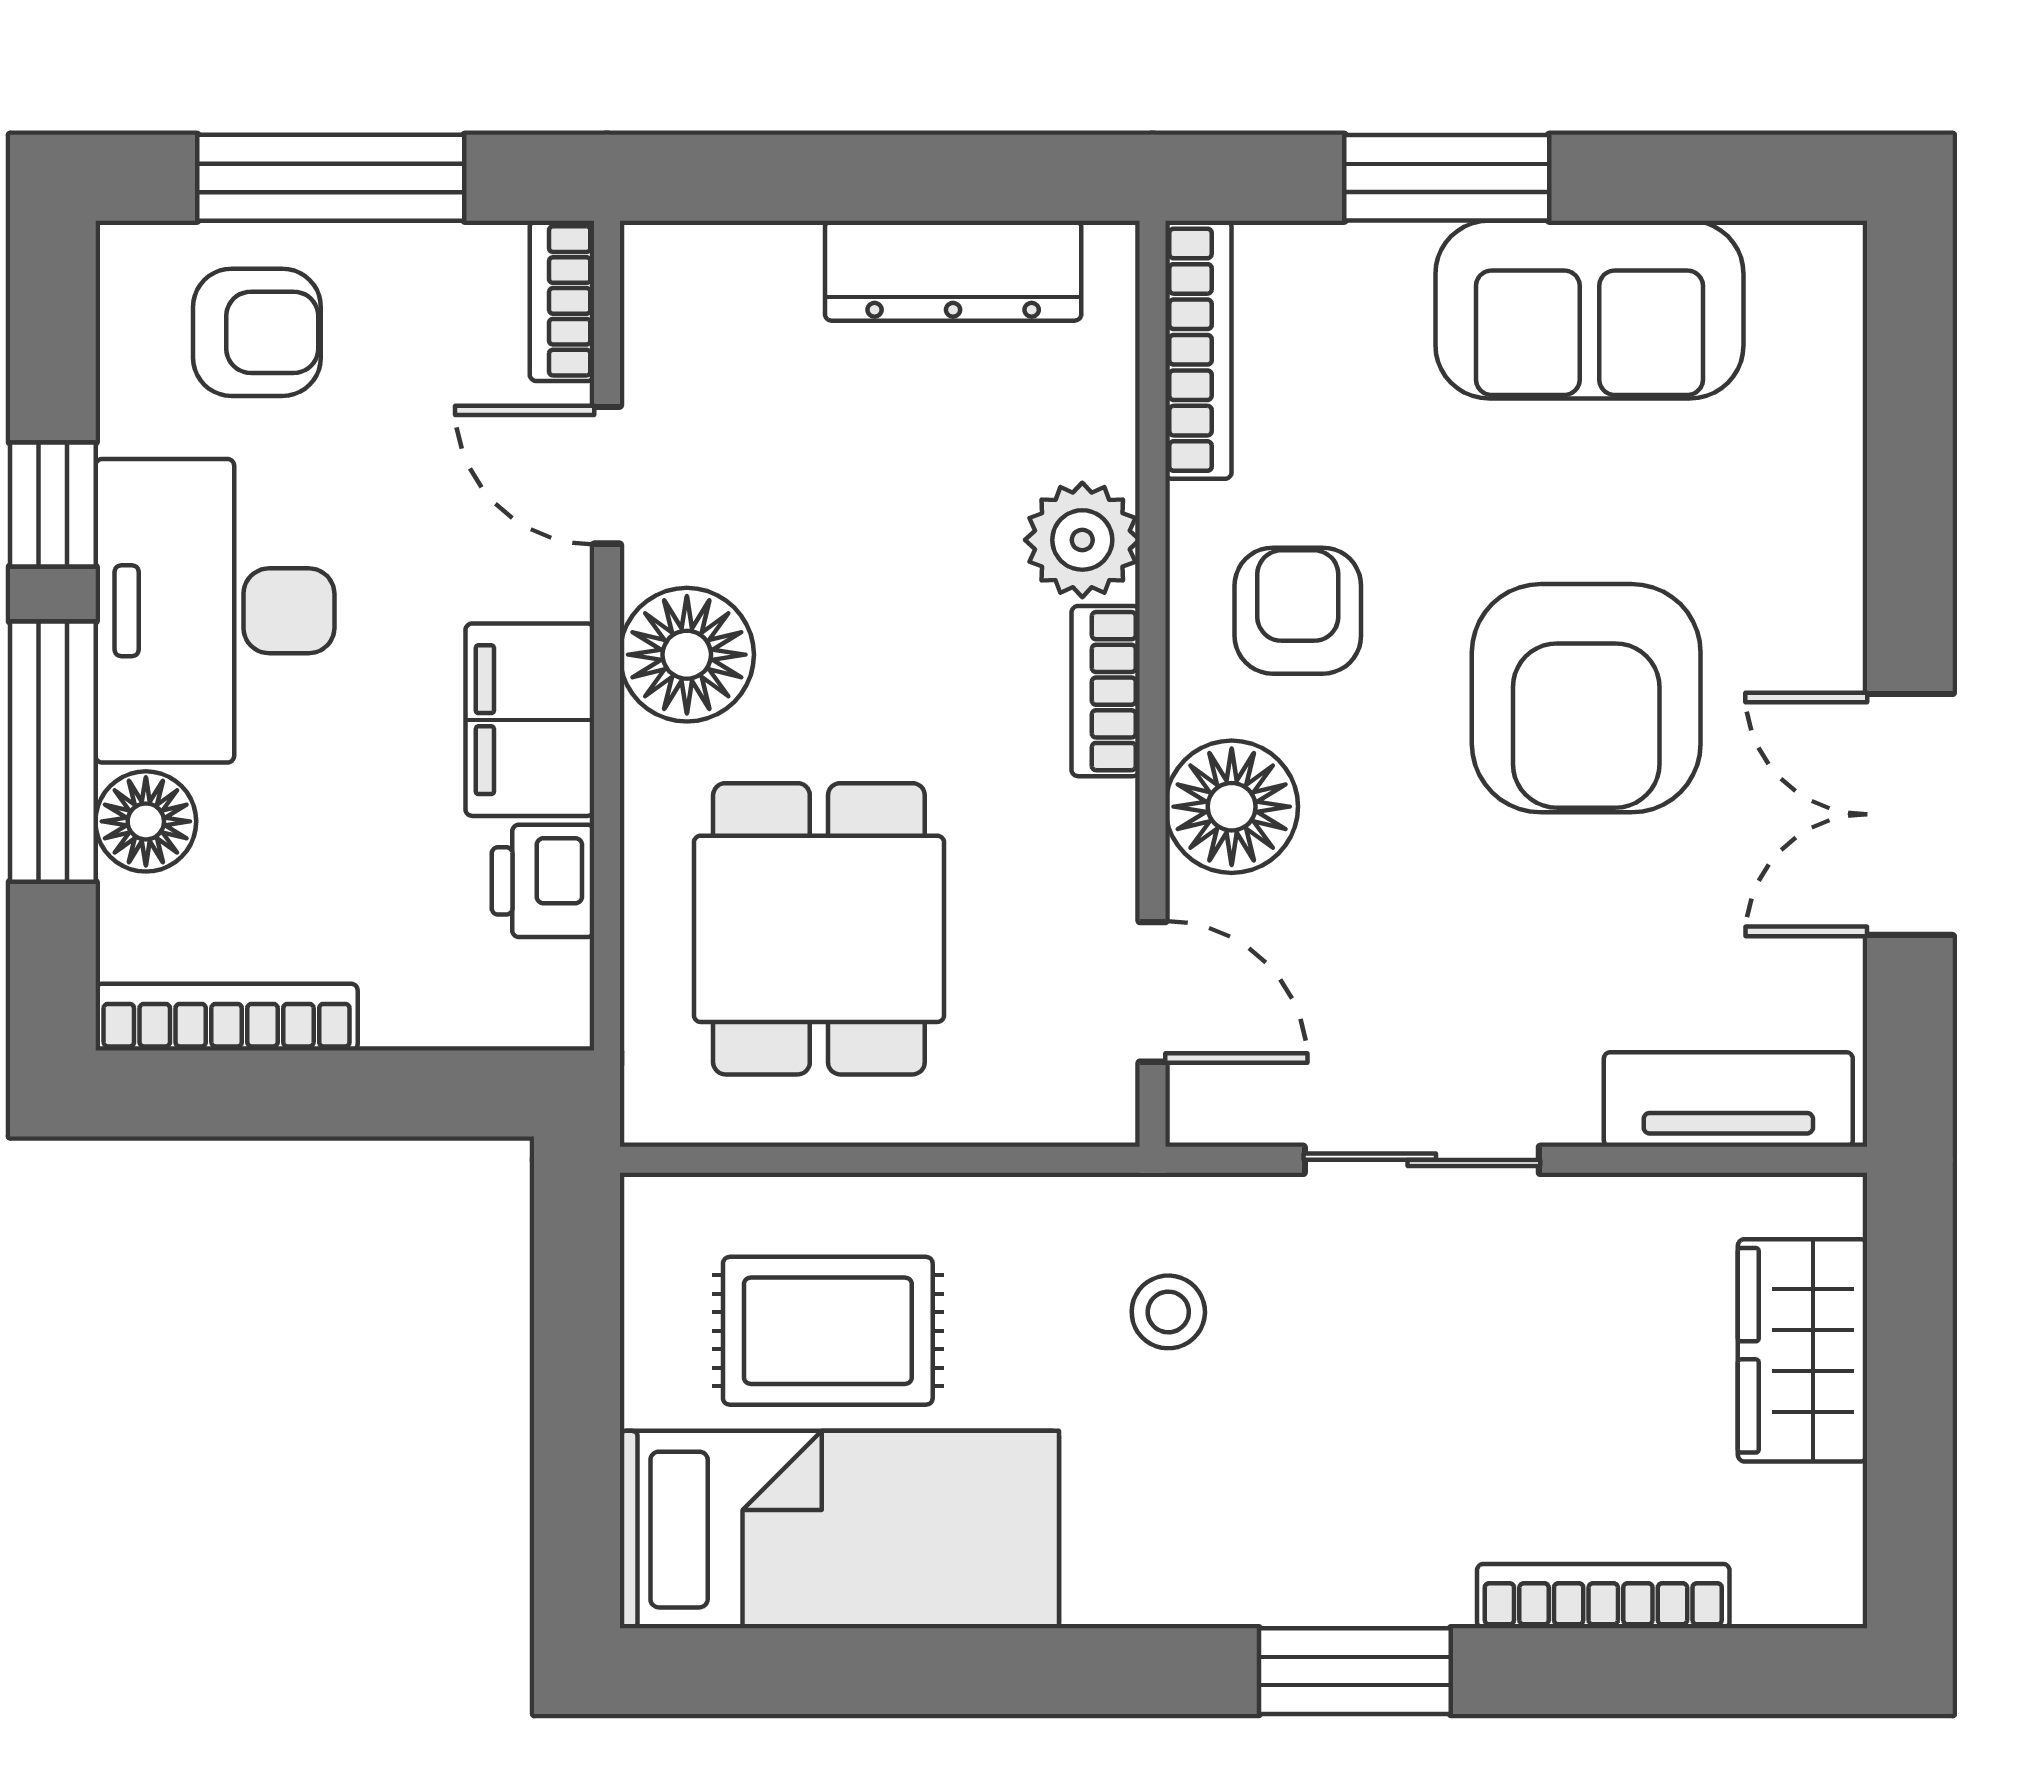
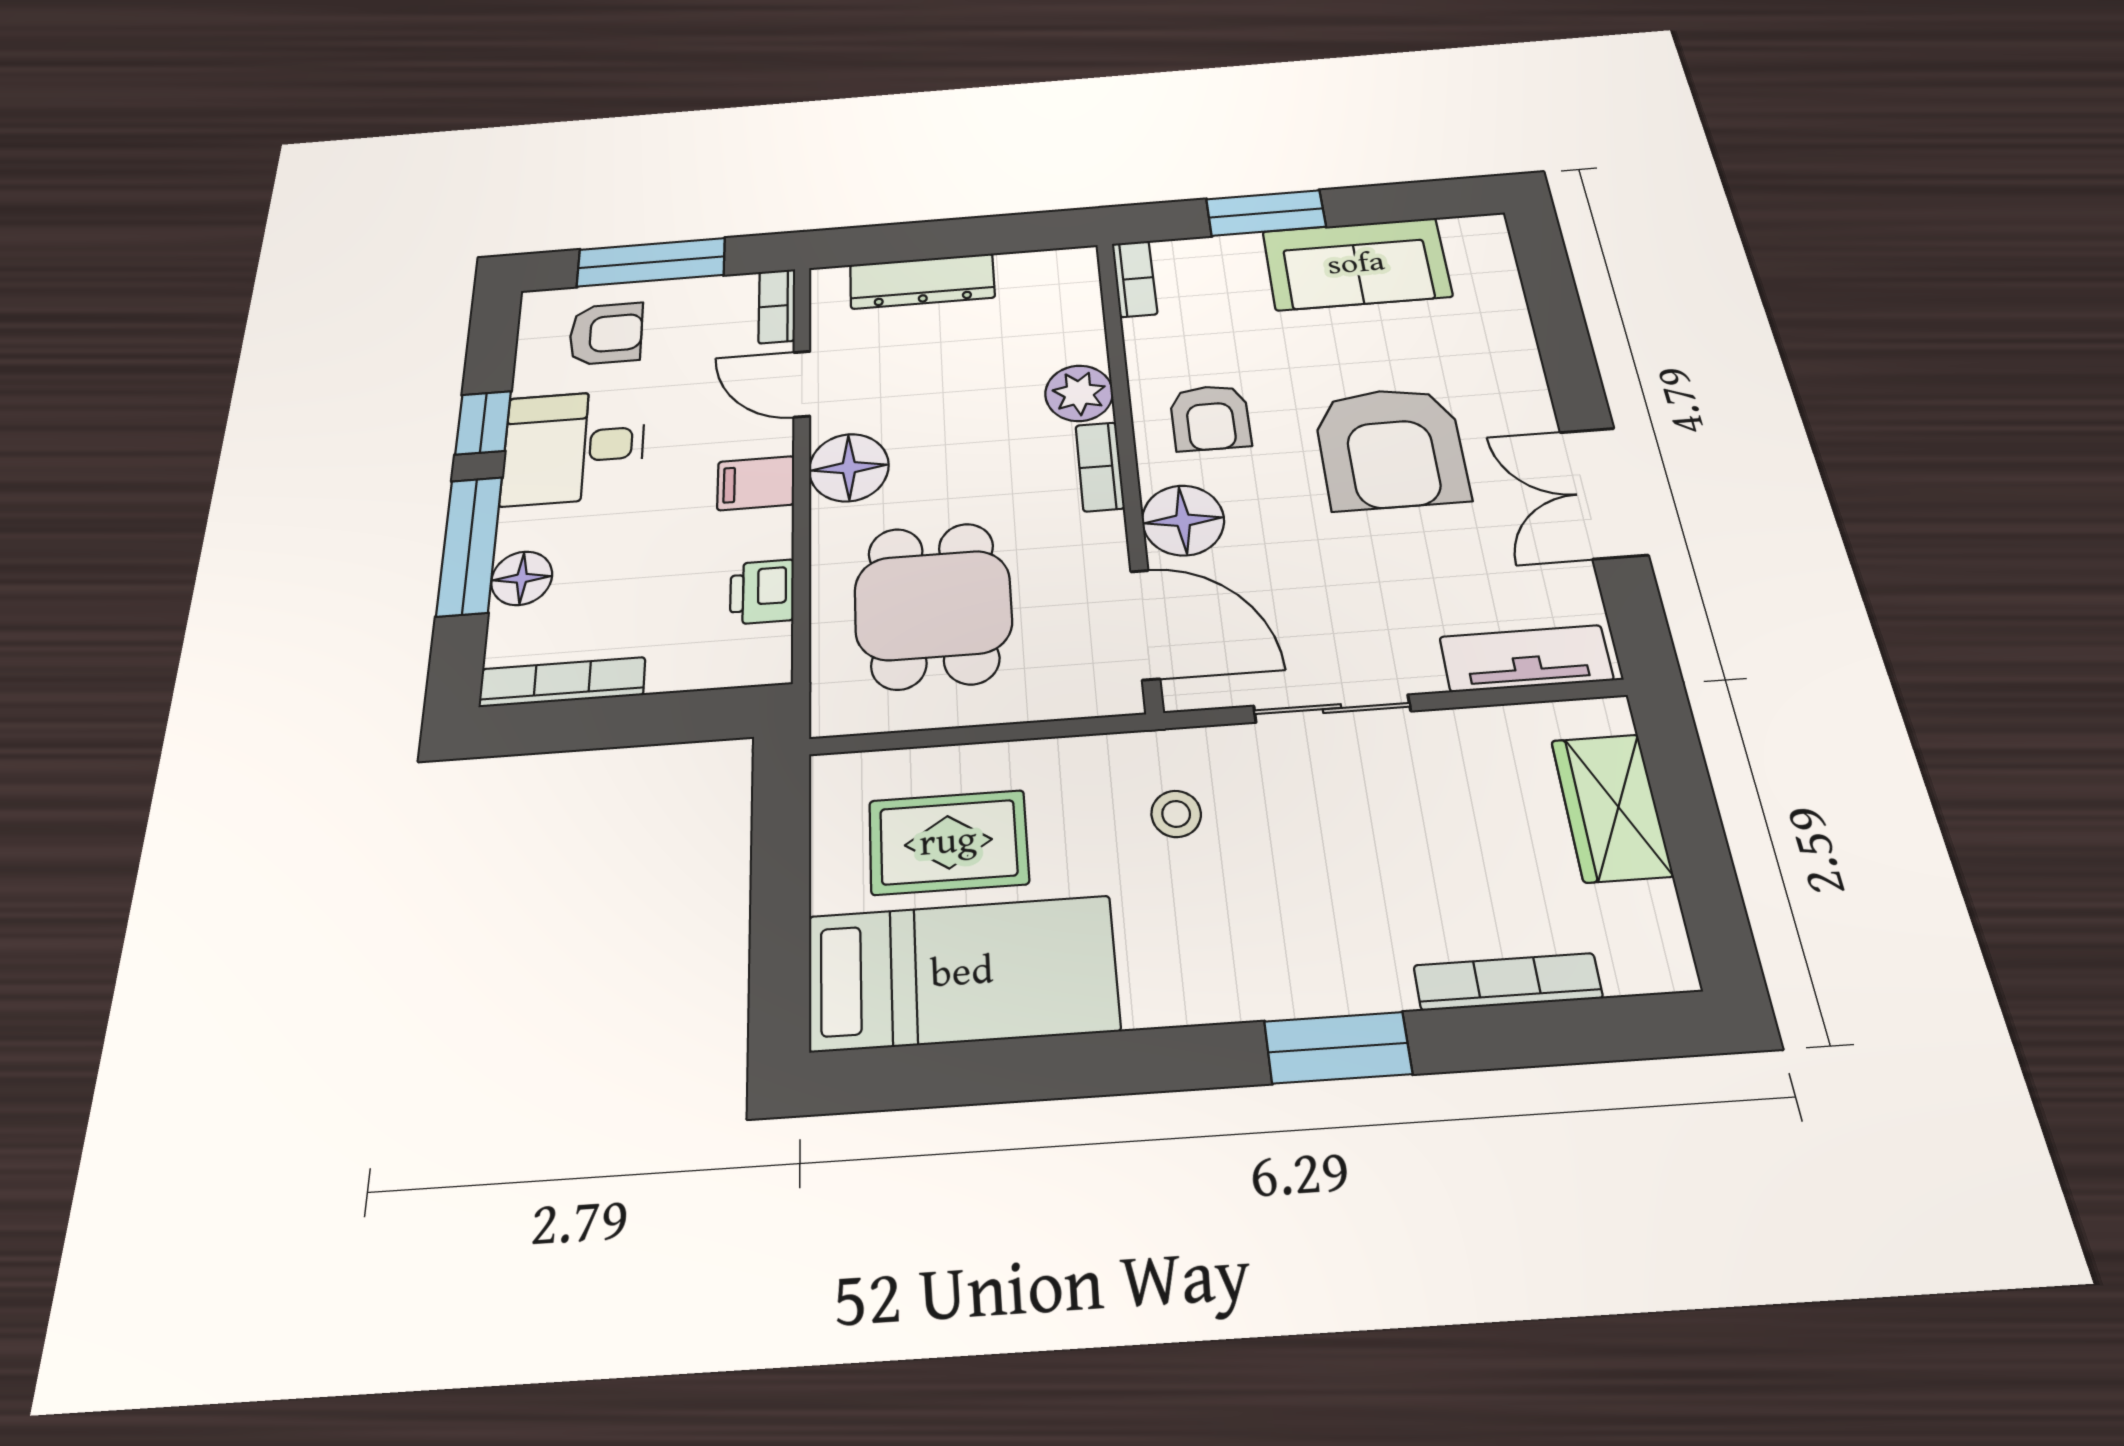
dresser: (953, 271) -> (922, 281), moved
bookcase: (1198, 350) -> (1134, 279), width x0.64
desk: (215, 611) -> (574, 447), width x0.73
armchair: (1298, 611) -> (1210, 418), turned 180
filing cabinet: (530, 720) -> (756, 483), width x0.50
door: (1153, 992) -> (1145, 624), width x1.38

